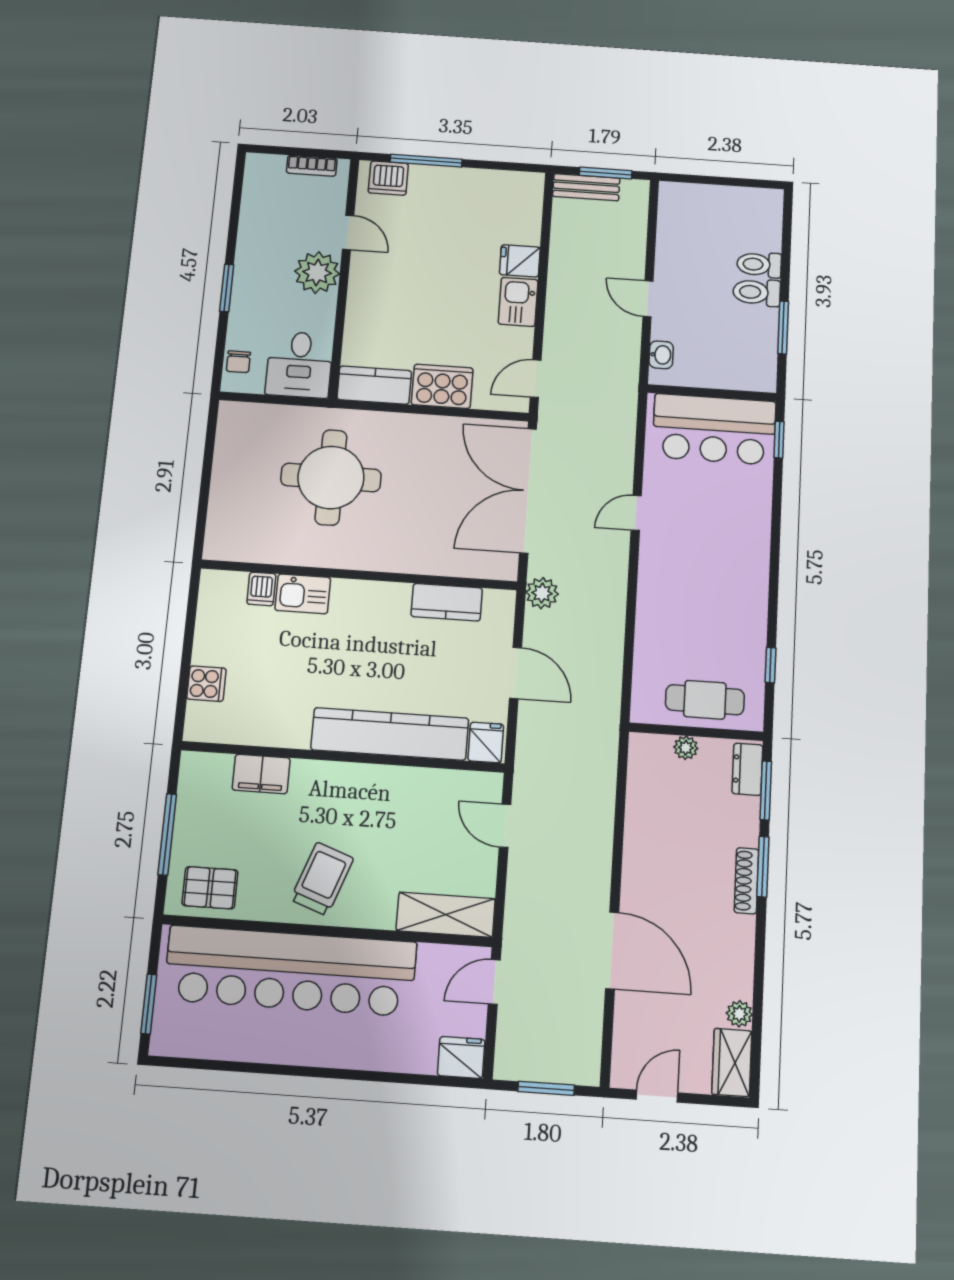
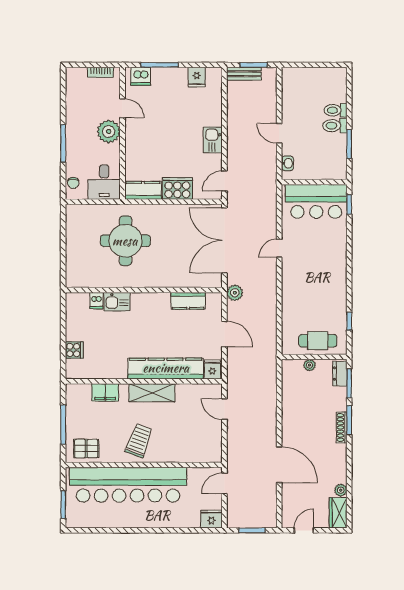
fridge: (520, 261) -> (197, 77), moved, turned -90
window: (227, 288) -> (63, 143), width x1.44
shelving: (446, 915) -> (152, 393), moved

